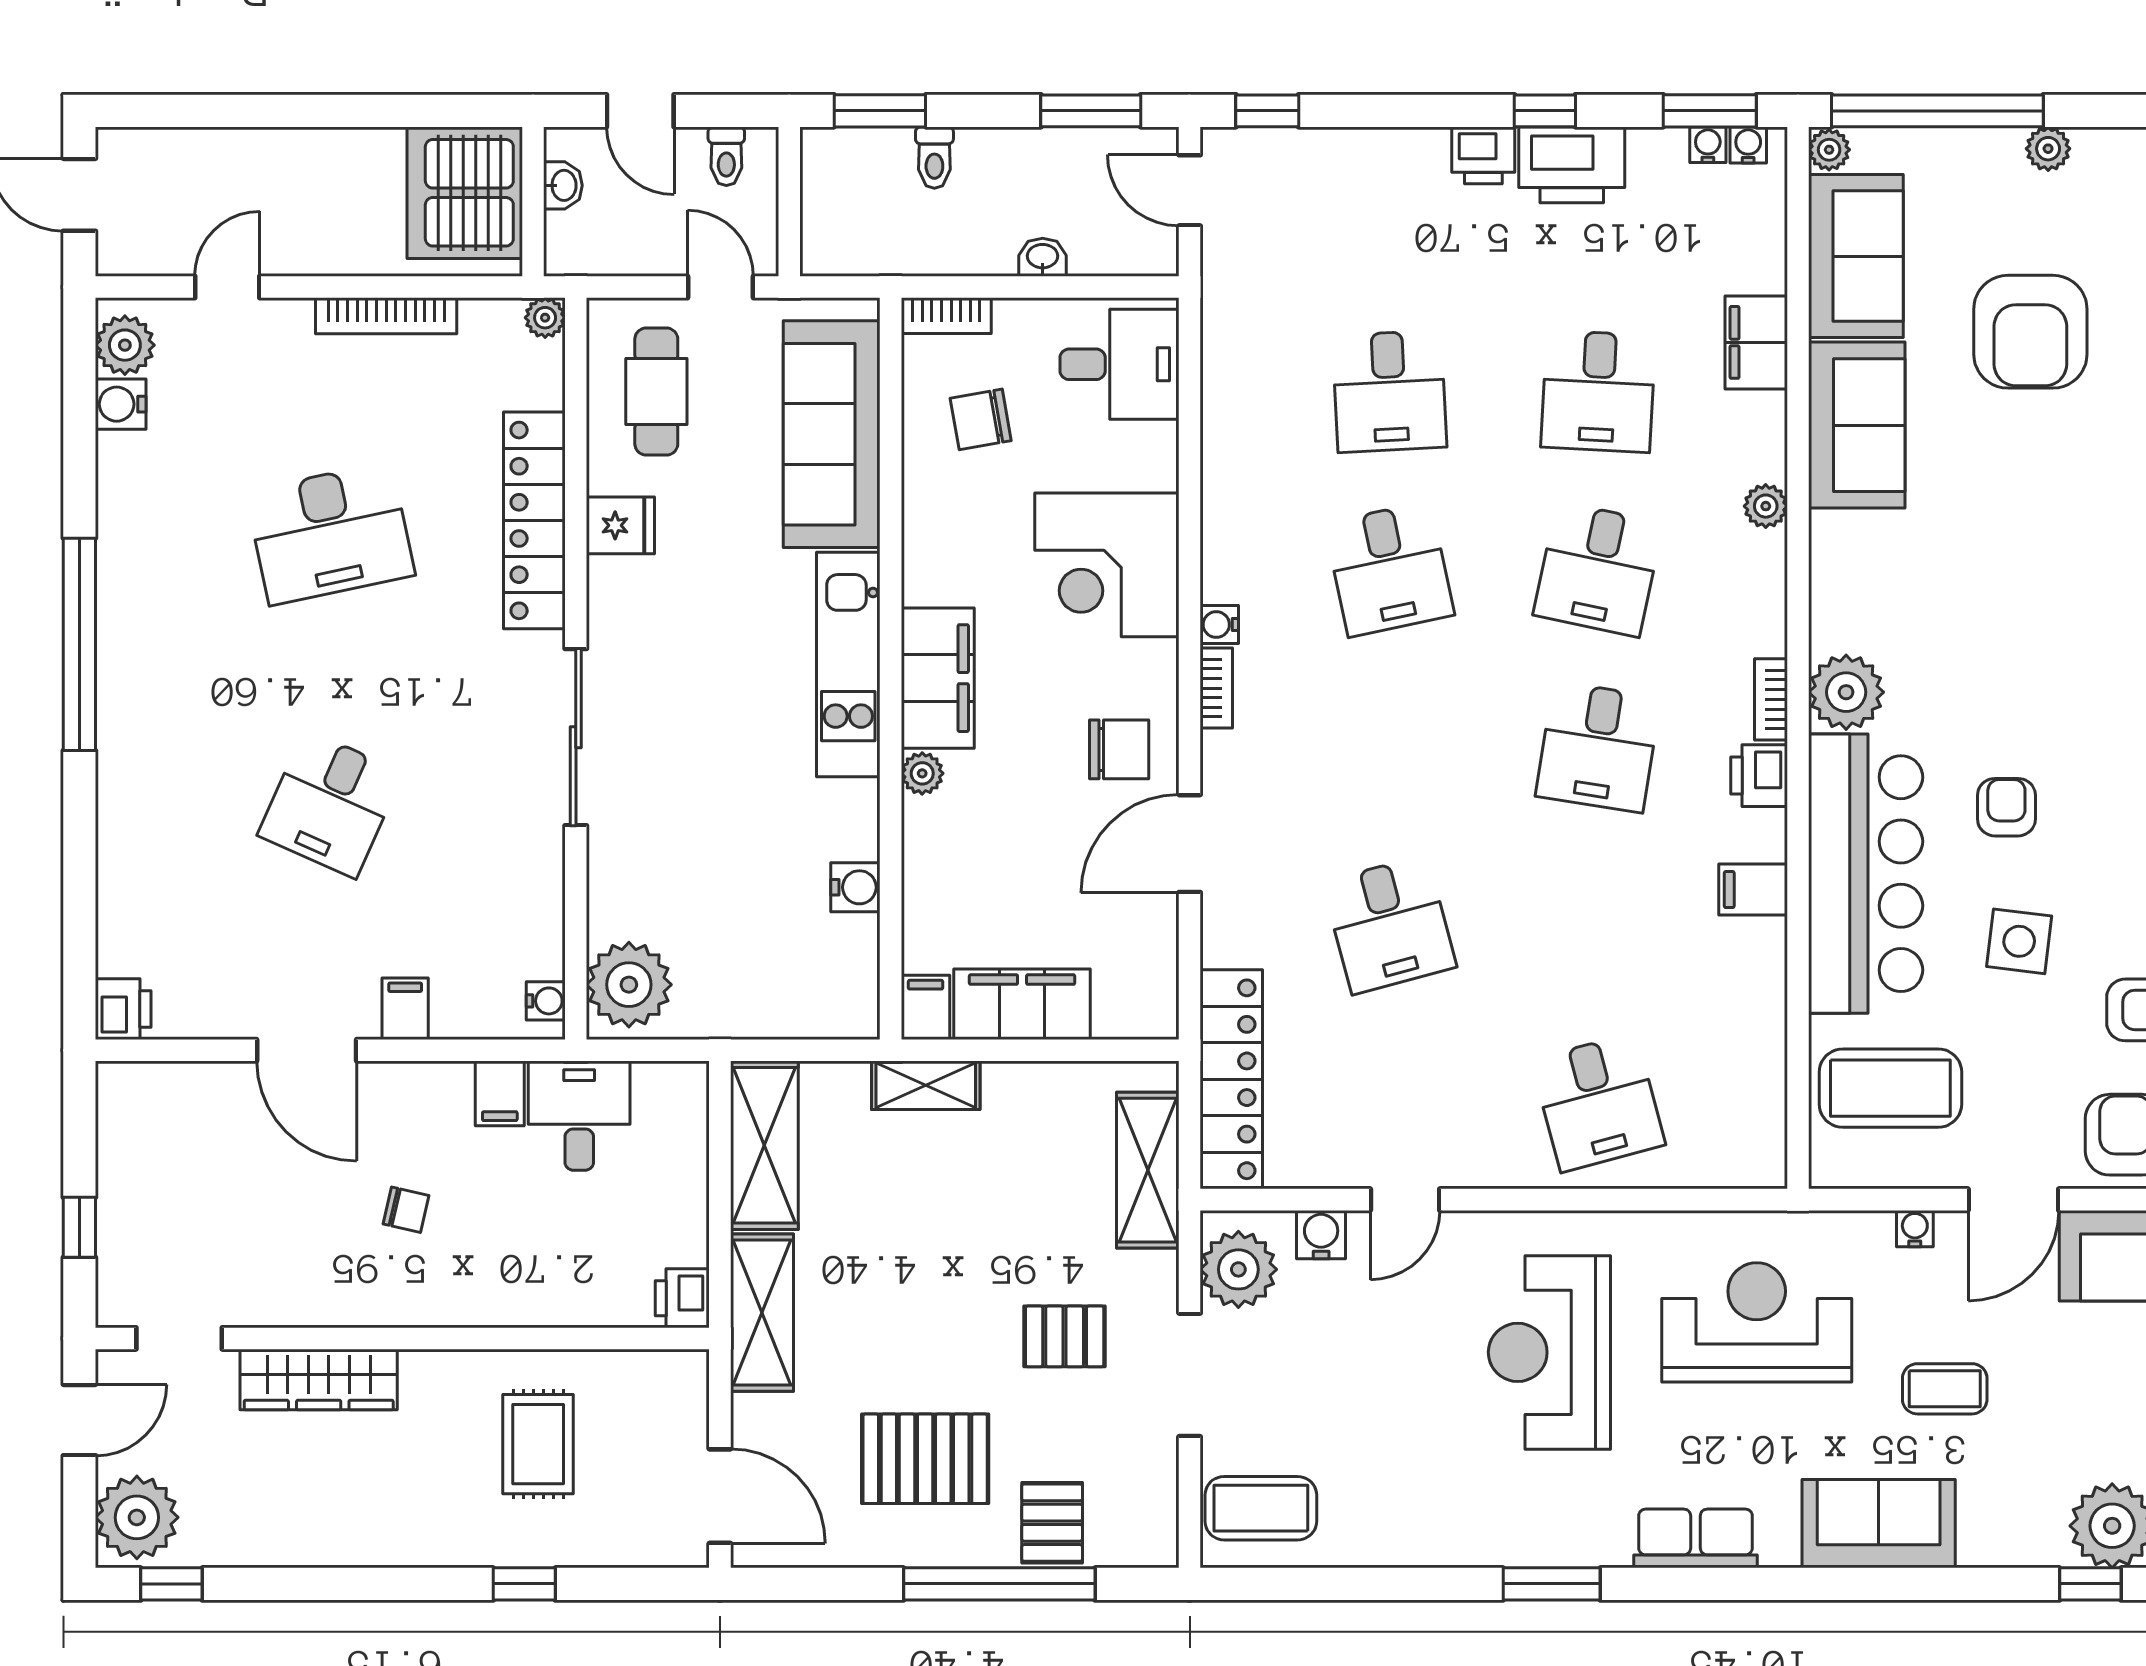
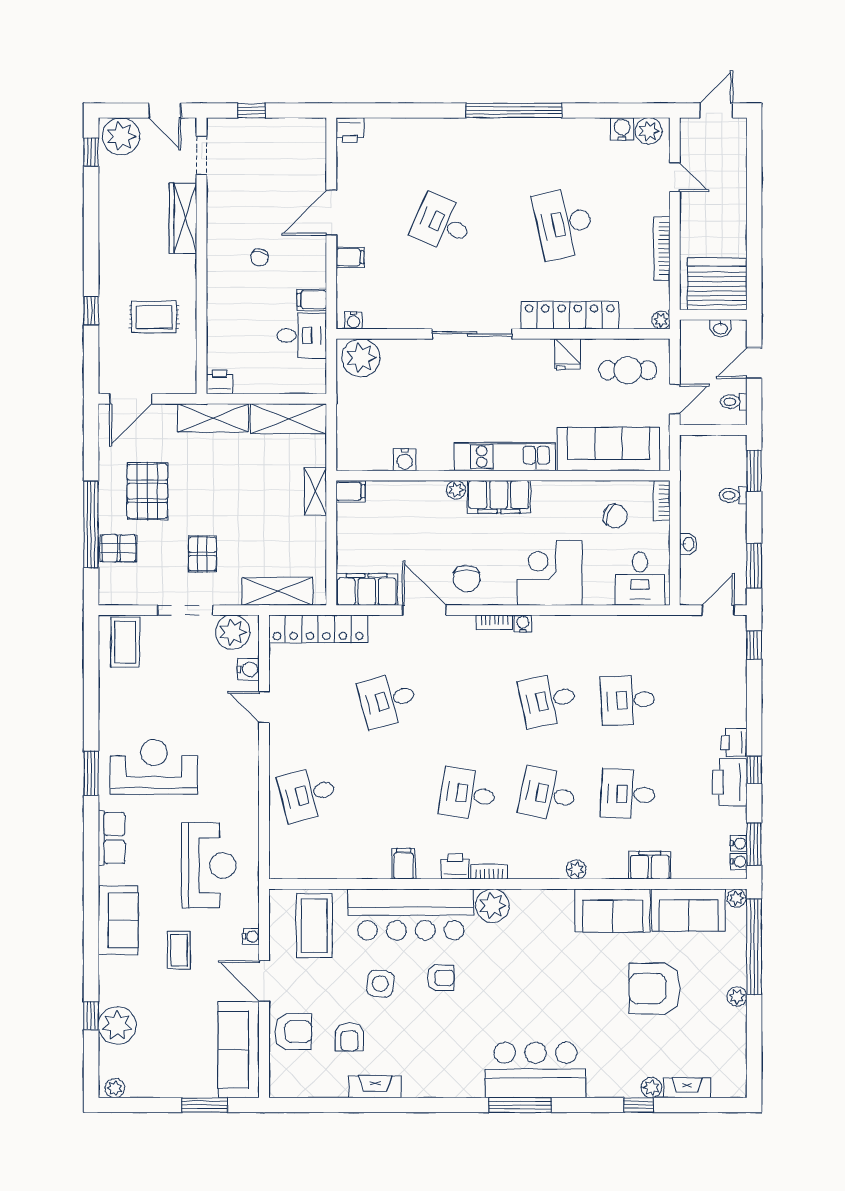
chair: (981, 419) -> (615, 516), turned 122
filing cabinet: (1022, 1004) -> (367, 589), moved, turned -90
reception desk: (1549, 1352) -> (154, 767), moved

